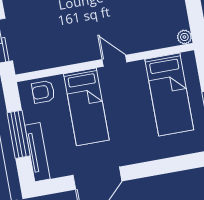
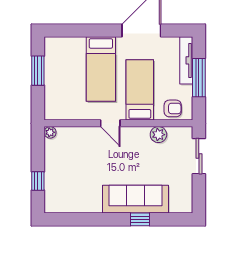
plant: (55, 58) -> (158, 135), added
bed: (169, 94) -> (101, 69), moved, turned 180

